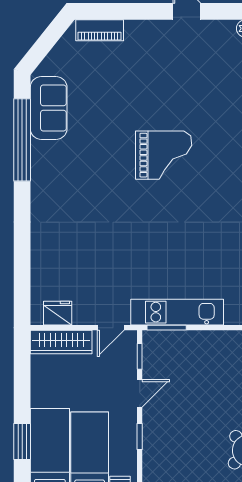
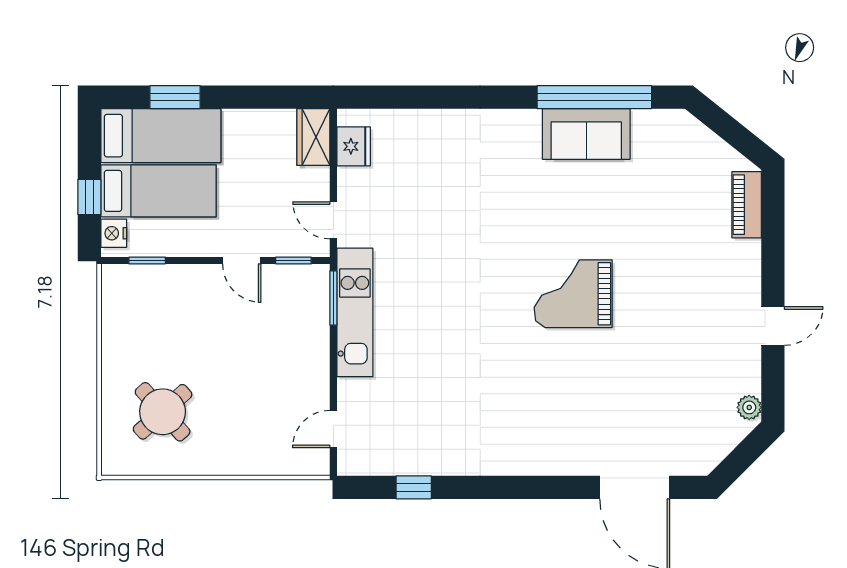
sofa: (49, 108) -> (586, 134), moved
grand piano: (164, 155) -> (573, 294), turned 90
wardrobe: (61, 342) -> (313, 137), width x0.67
window: (140, 437) -> (147, 261), moved

